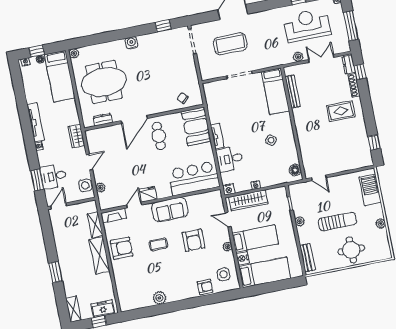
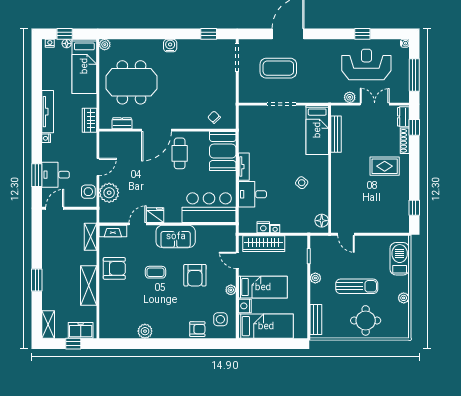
wardrobe: (76, 136) -> (90, 120), moved
plant: (100, 188) -> (109, 193), width x1.88, depth x1.88
nightstand: (229, 189) -> (263, 227), moved
shelving: (100, 255) -> (89, 285), moved

